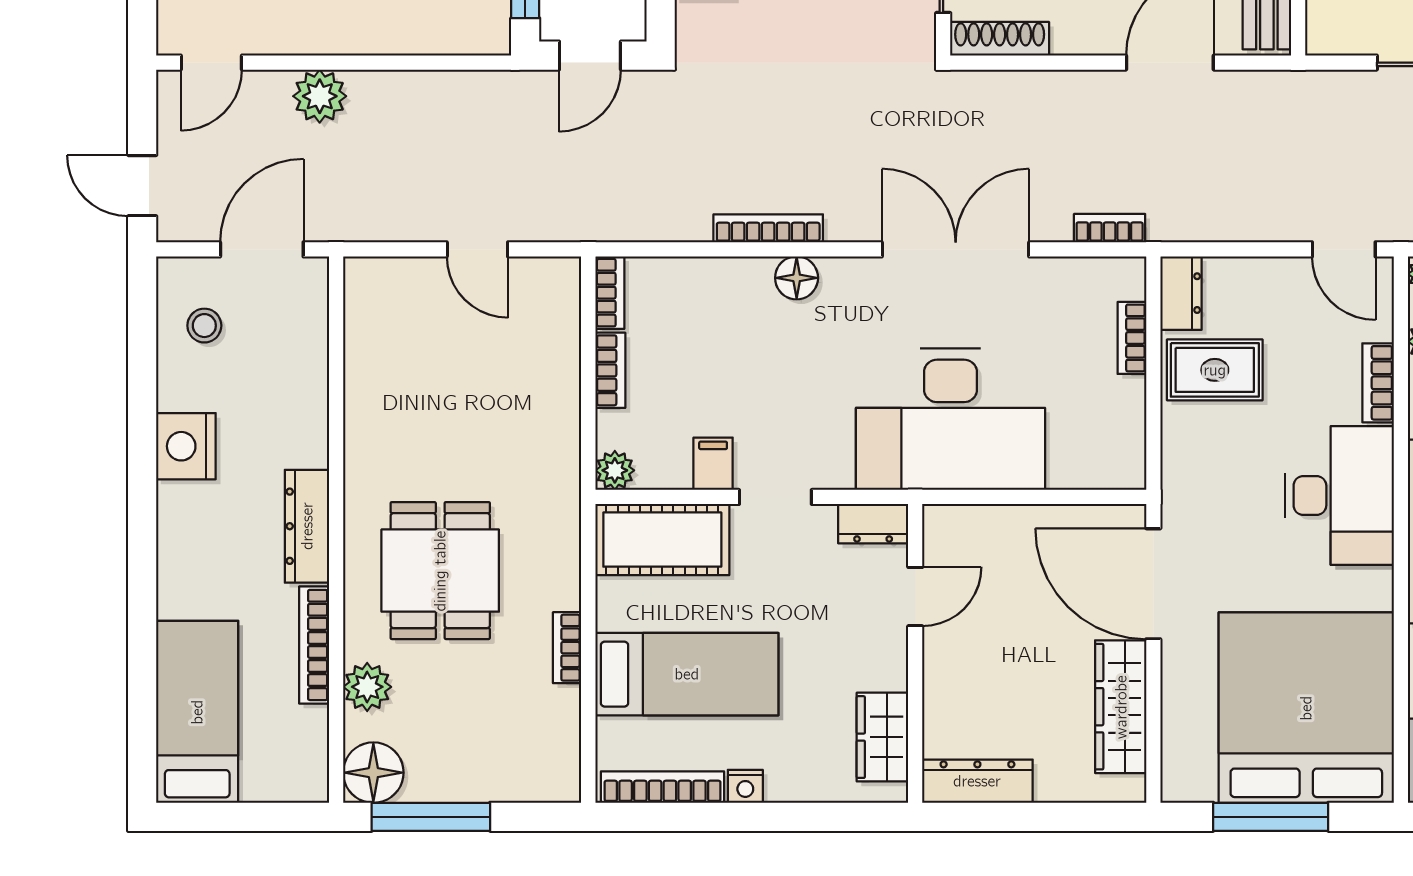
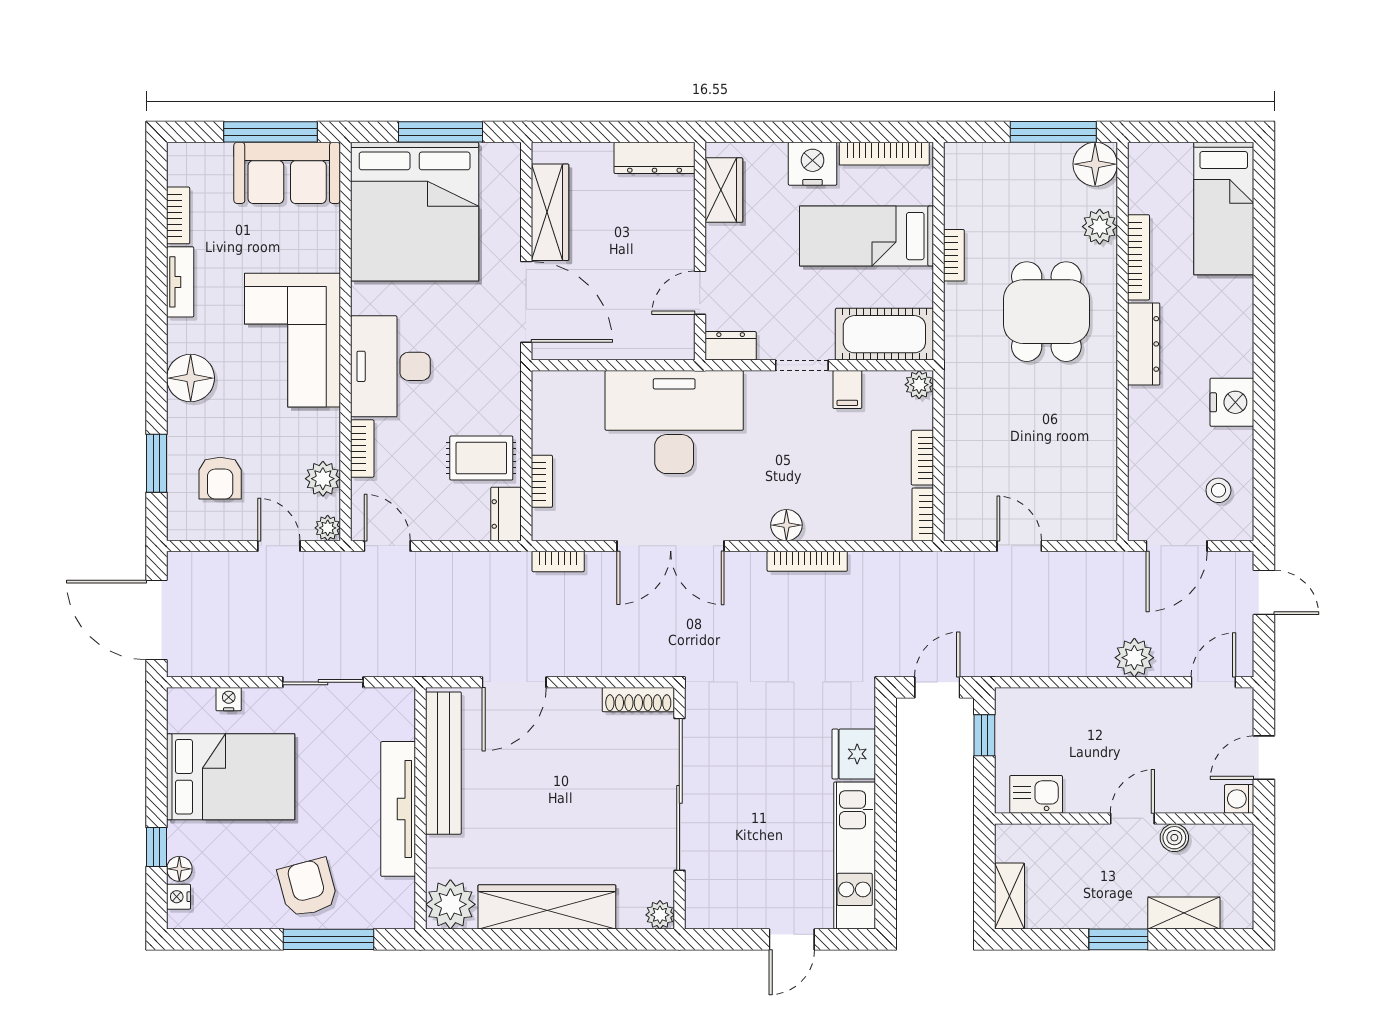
nightstand: (745, 786) -> (813, 164), width x1.89, depth x1.79

